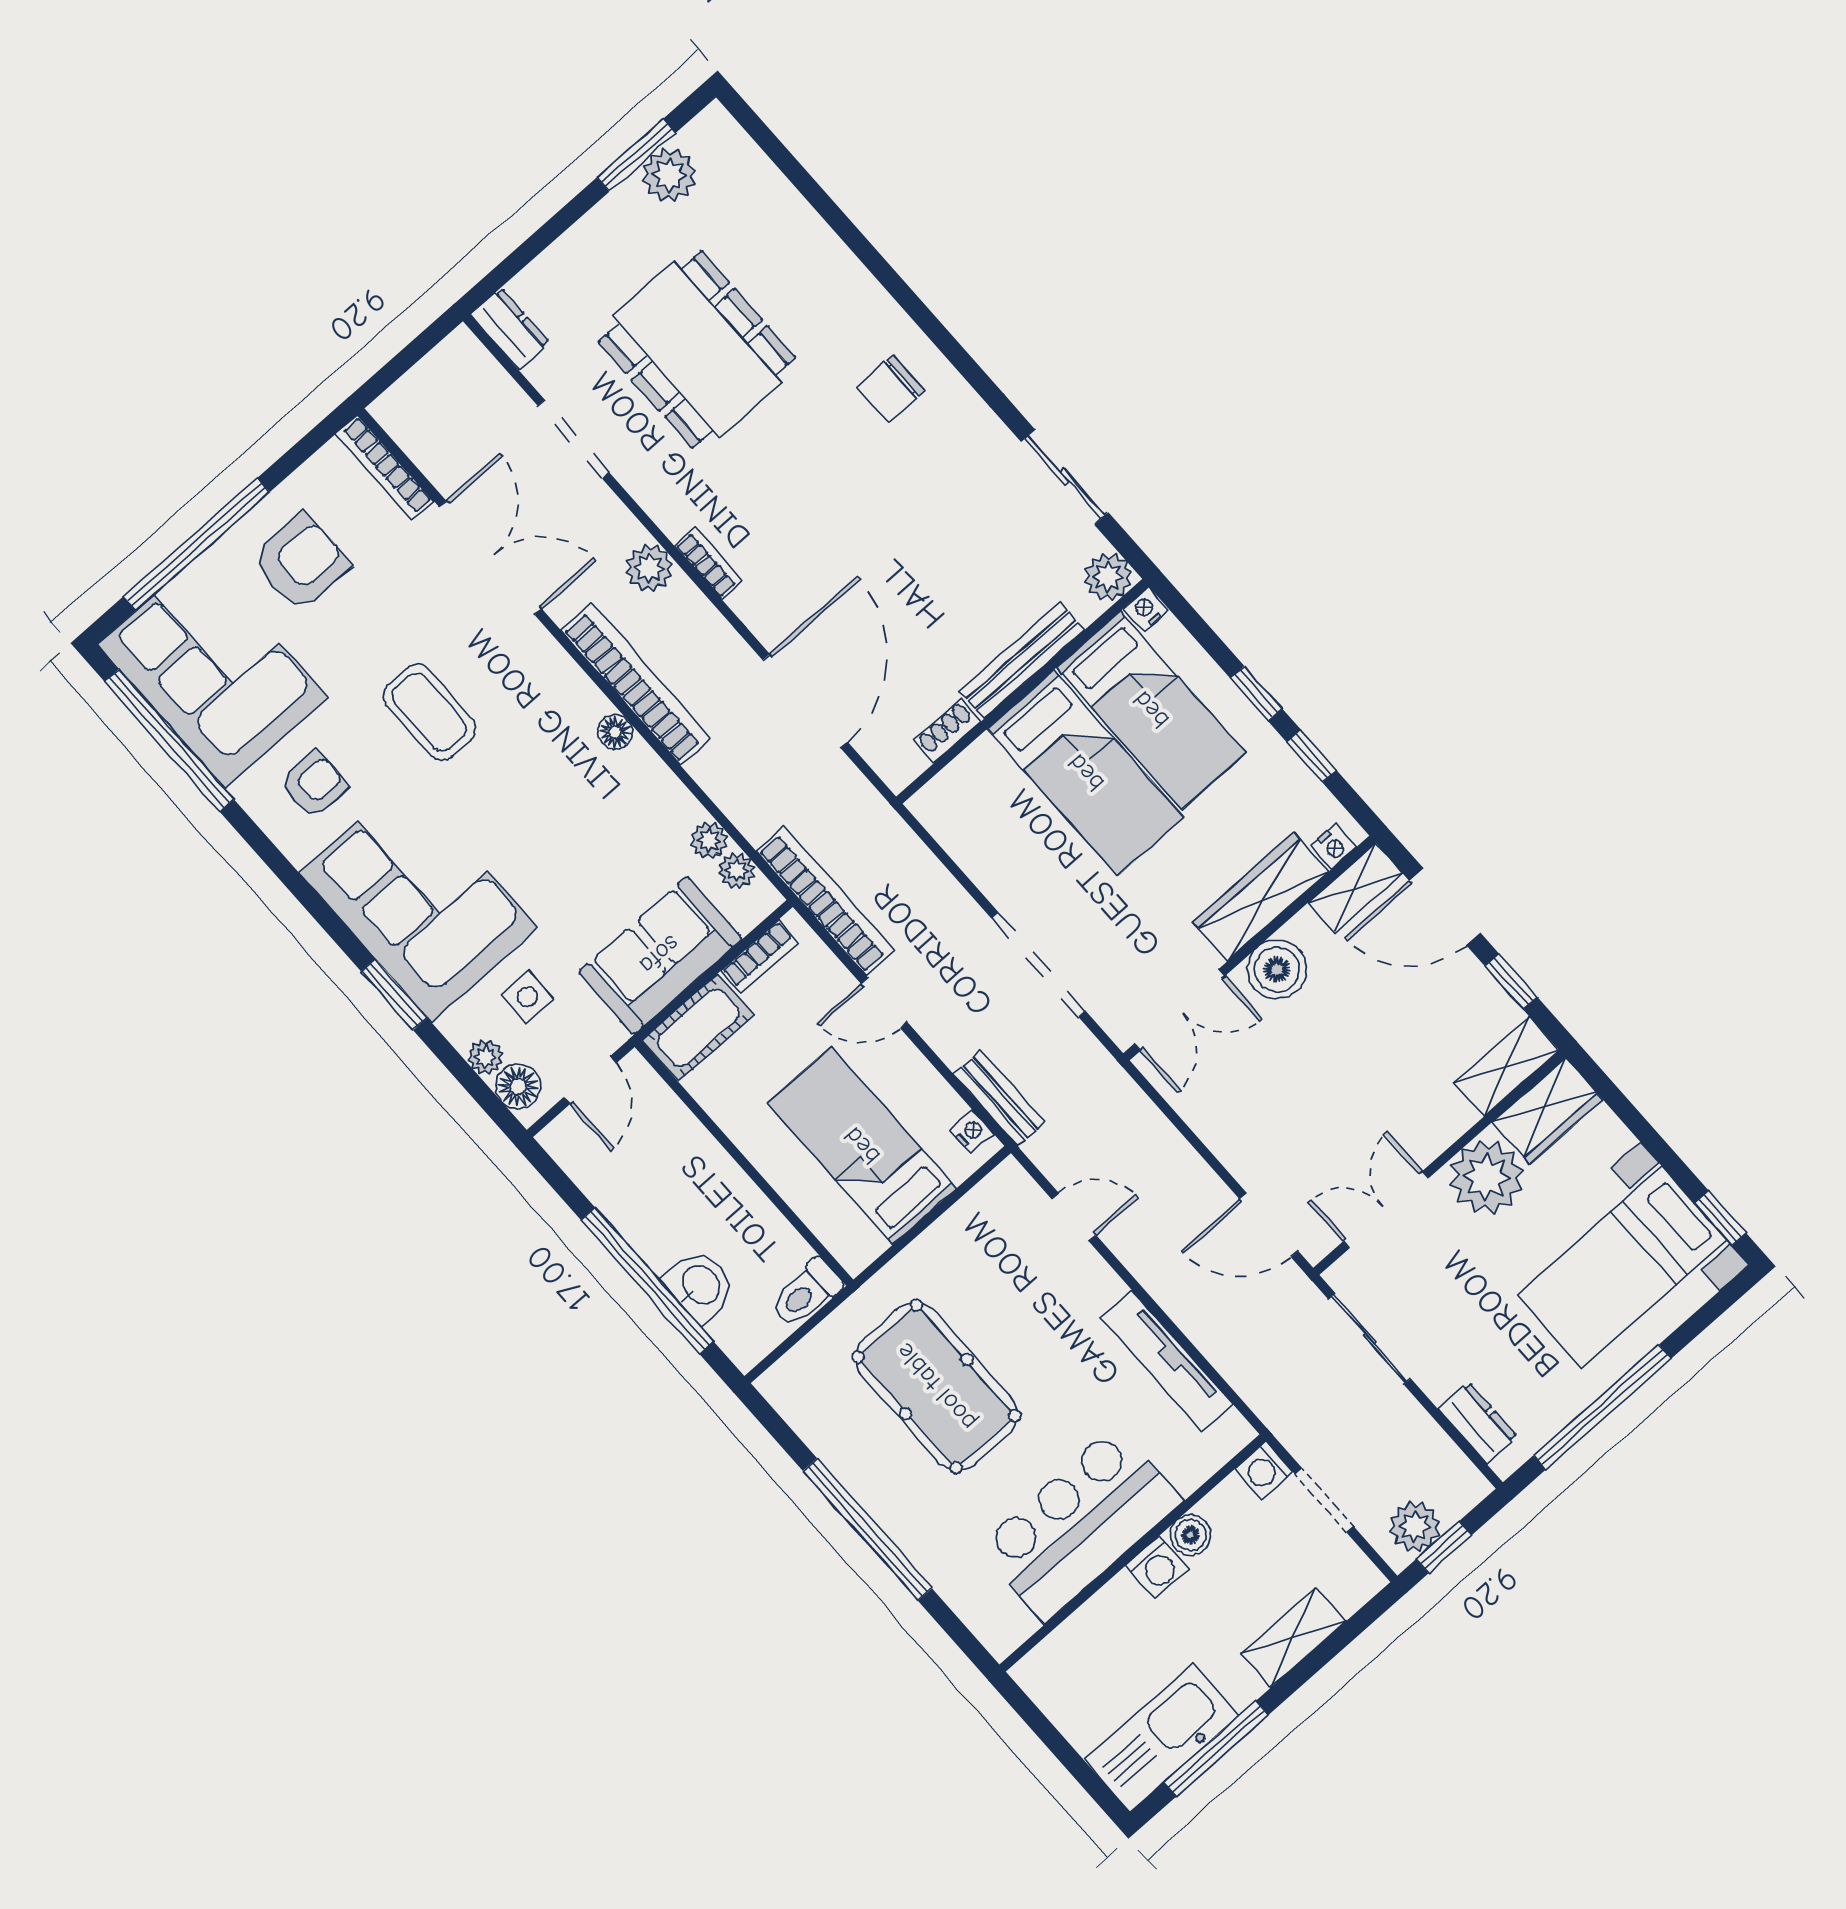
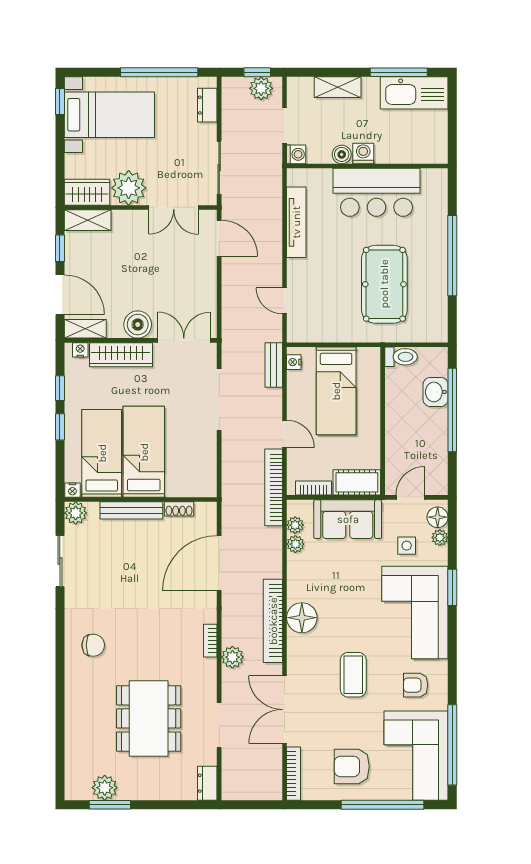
floor lamp: (615, 732) -> (302, 618), width x1.89, depth x1.89

